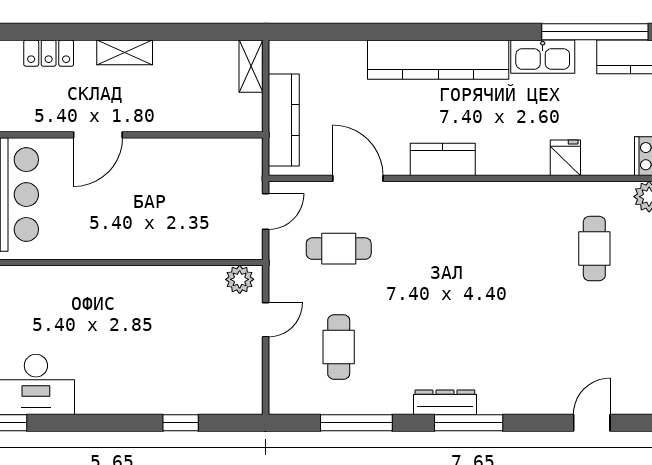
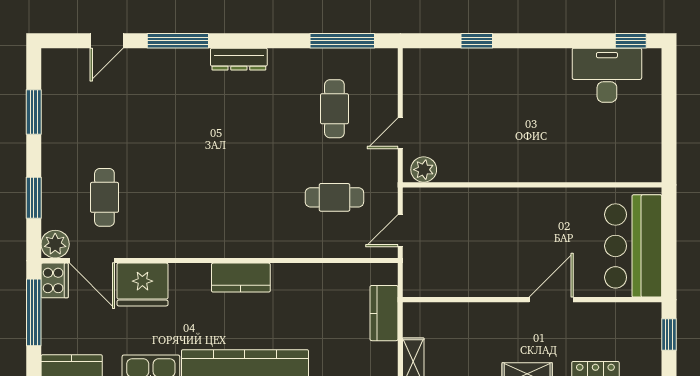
kitchen counter: (284, 120) -> (384, 313), width x0.67
fridge: (565, 158) -> (142, 285), width x1.88, depth x1.34
door: (358, 178) -> (92, 261), moved
window: (356, 423) -> (342, 41), moved
window: (469, 423) -> (178, 41), moved

